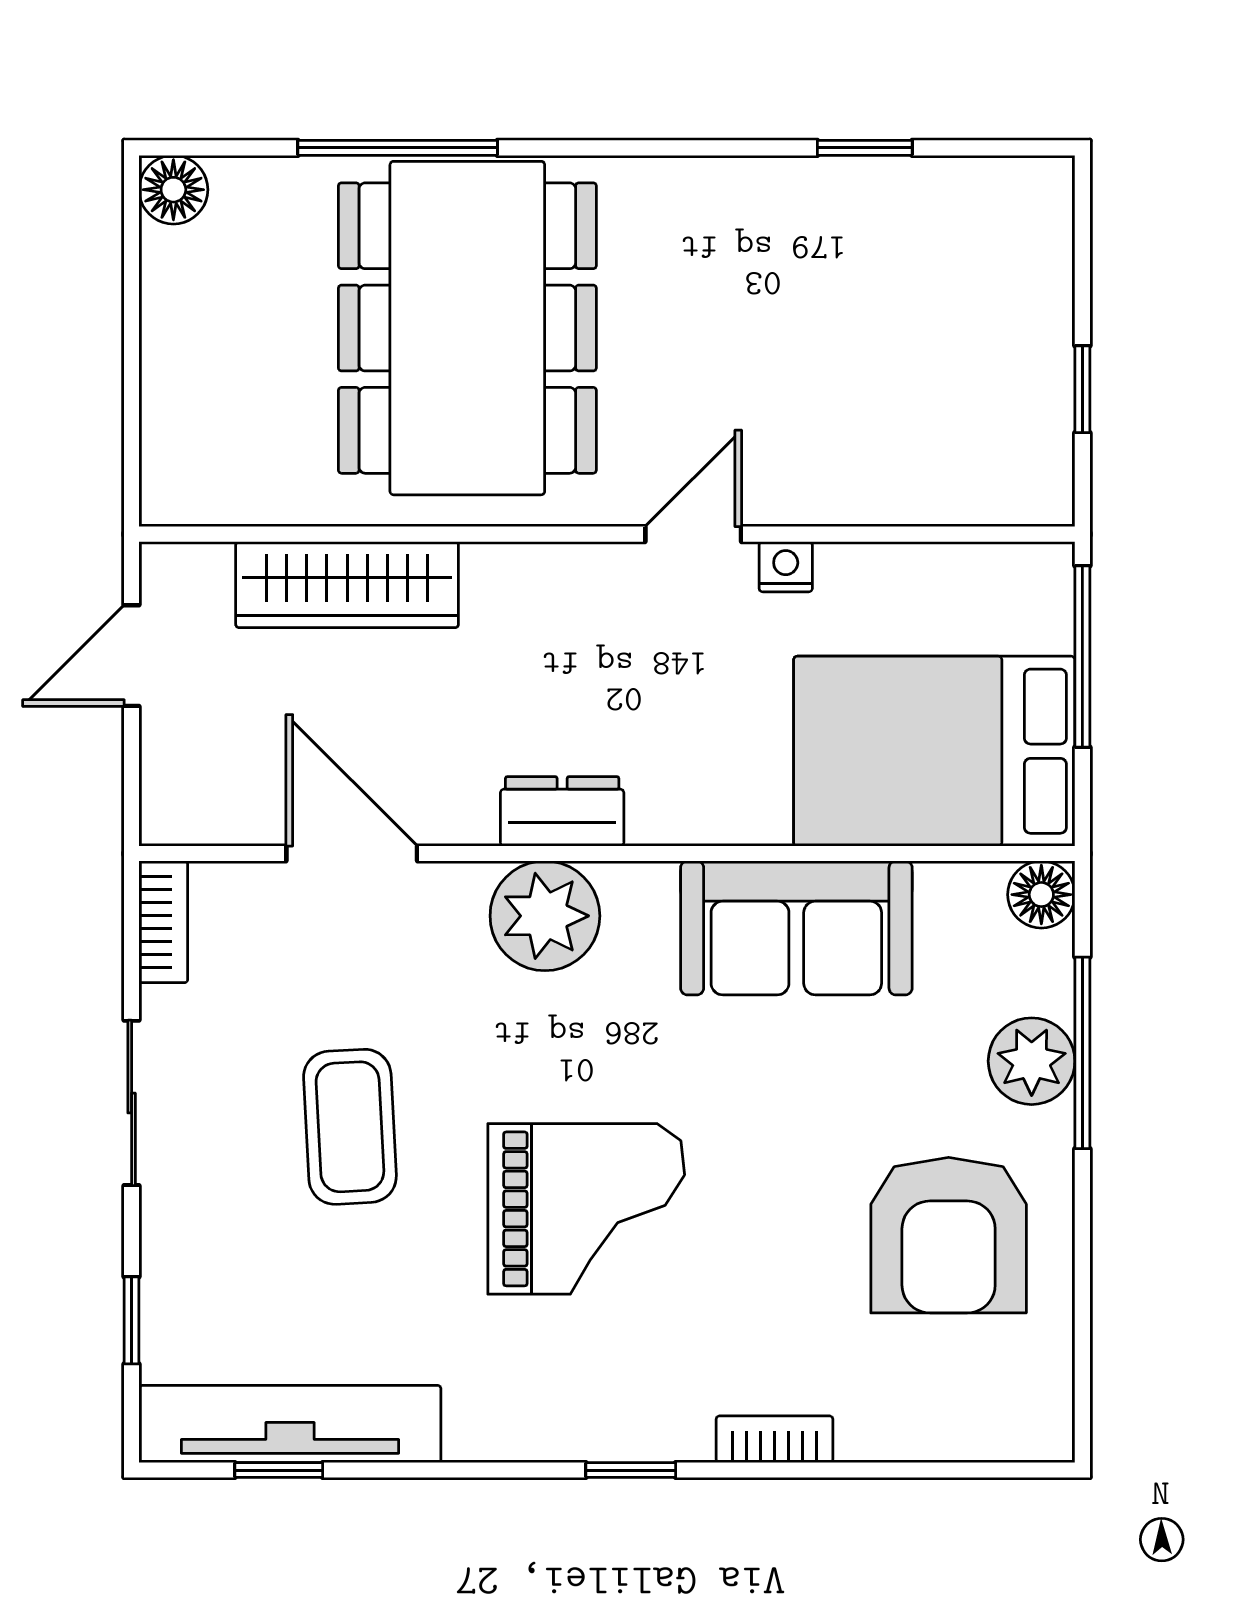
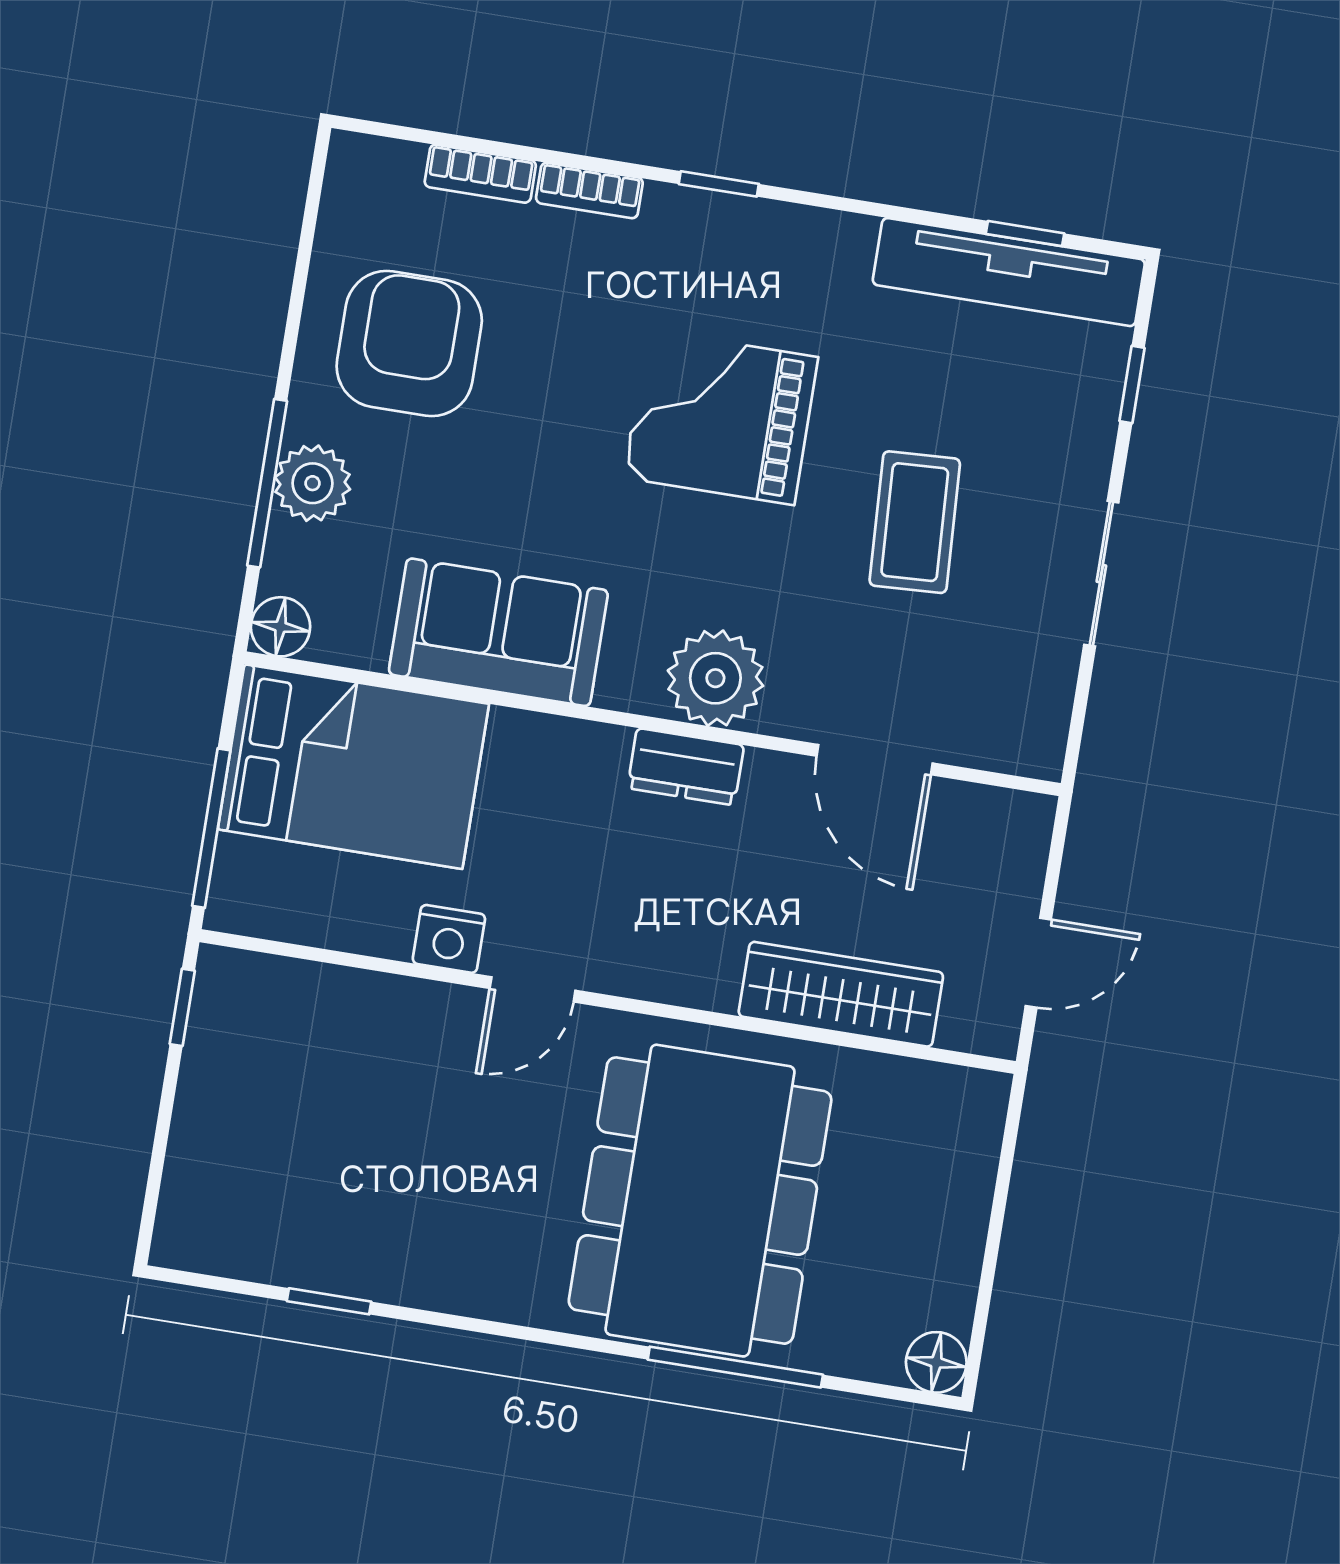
window: (1082, 389) -> (182, 1007), moved
nightstand: (786, 567) -> (449, 939), width x1.39, depth x1.35
bookcase: (163, 922) -> (480, 174), moved, turned -90

